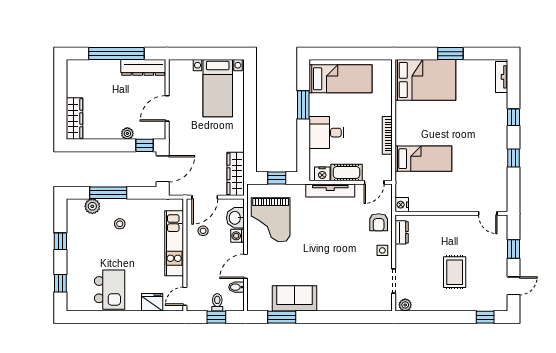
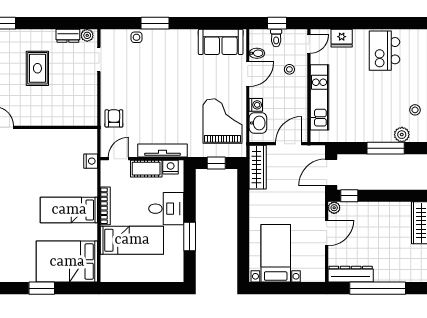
bed: (340, 79) -> (132, 240), moved, turned 180
plant: (127, 133) -> (334, 208), moved
bed: (423, 159) -> (69, 210), moved
nightstand: (402, 205) -> (91, 161), moved
stool: (120, 224) -> (415, 110), moved
stool: (203, 231) -> (289, 69), moved
dresser: (402, 232) -> (68, 36), moved, turned -90
side table: (382, 250) -> (137, 37), moved
sofa: (294, 298) -> (221, 42), moved
window: (282, 317) -> (155, 23), moved

